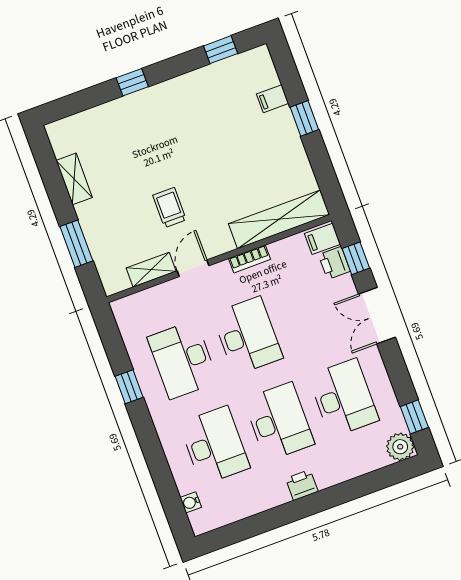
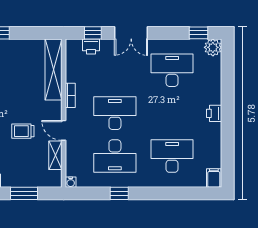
filing cabinet: (322, 239) -> (214, 178), moved, turned 180
desk: (279, 422) -> (172, 113), removed
water cooler: (191, 502) -> (71, 182), moved

